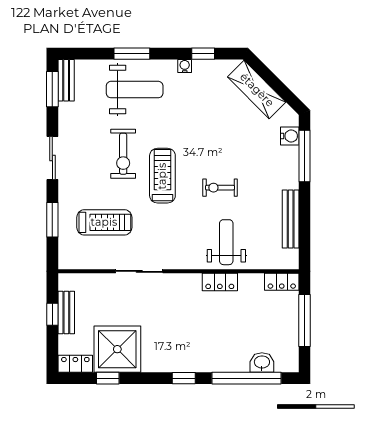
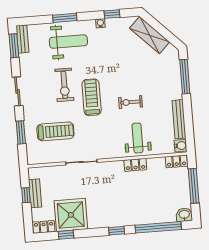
water cooler: (290, 136) -> (181, 146), moved
washbasin: (262, 363) -> (184, 215), moved

